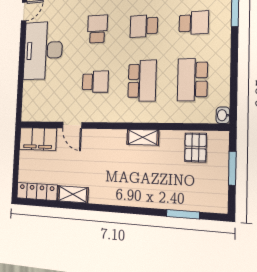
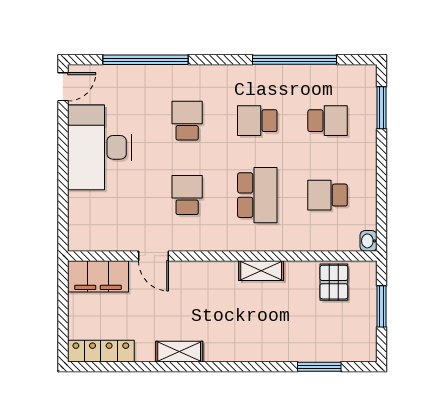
school desk: (192, 80) -> (328, 195), width x0.54
school desk: (95, 82) -> (187, 195), turned -90
shelving: (73, 194) -> (179, 352), moved

